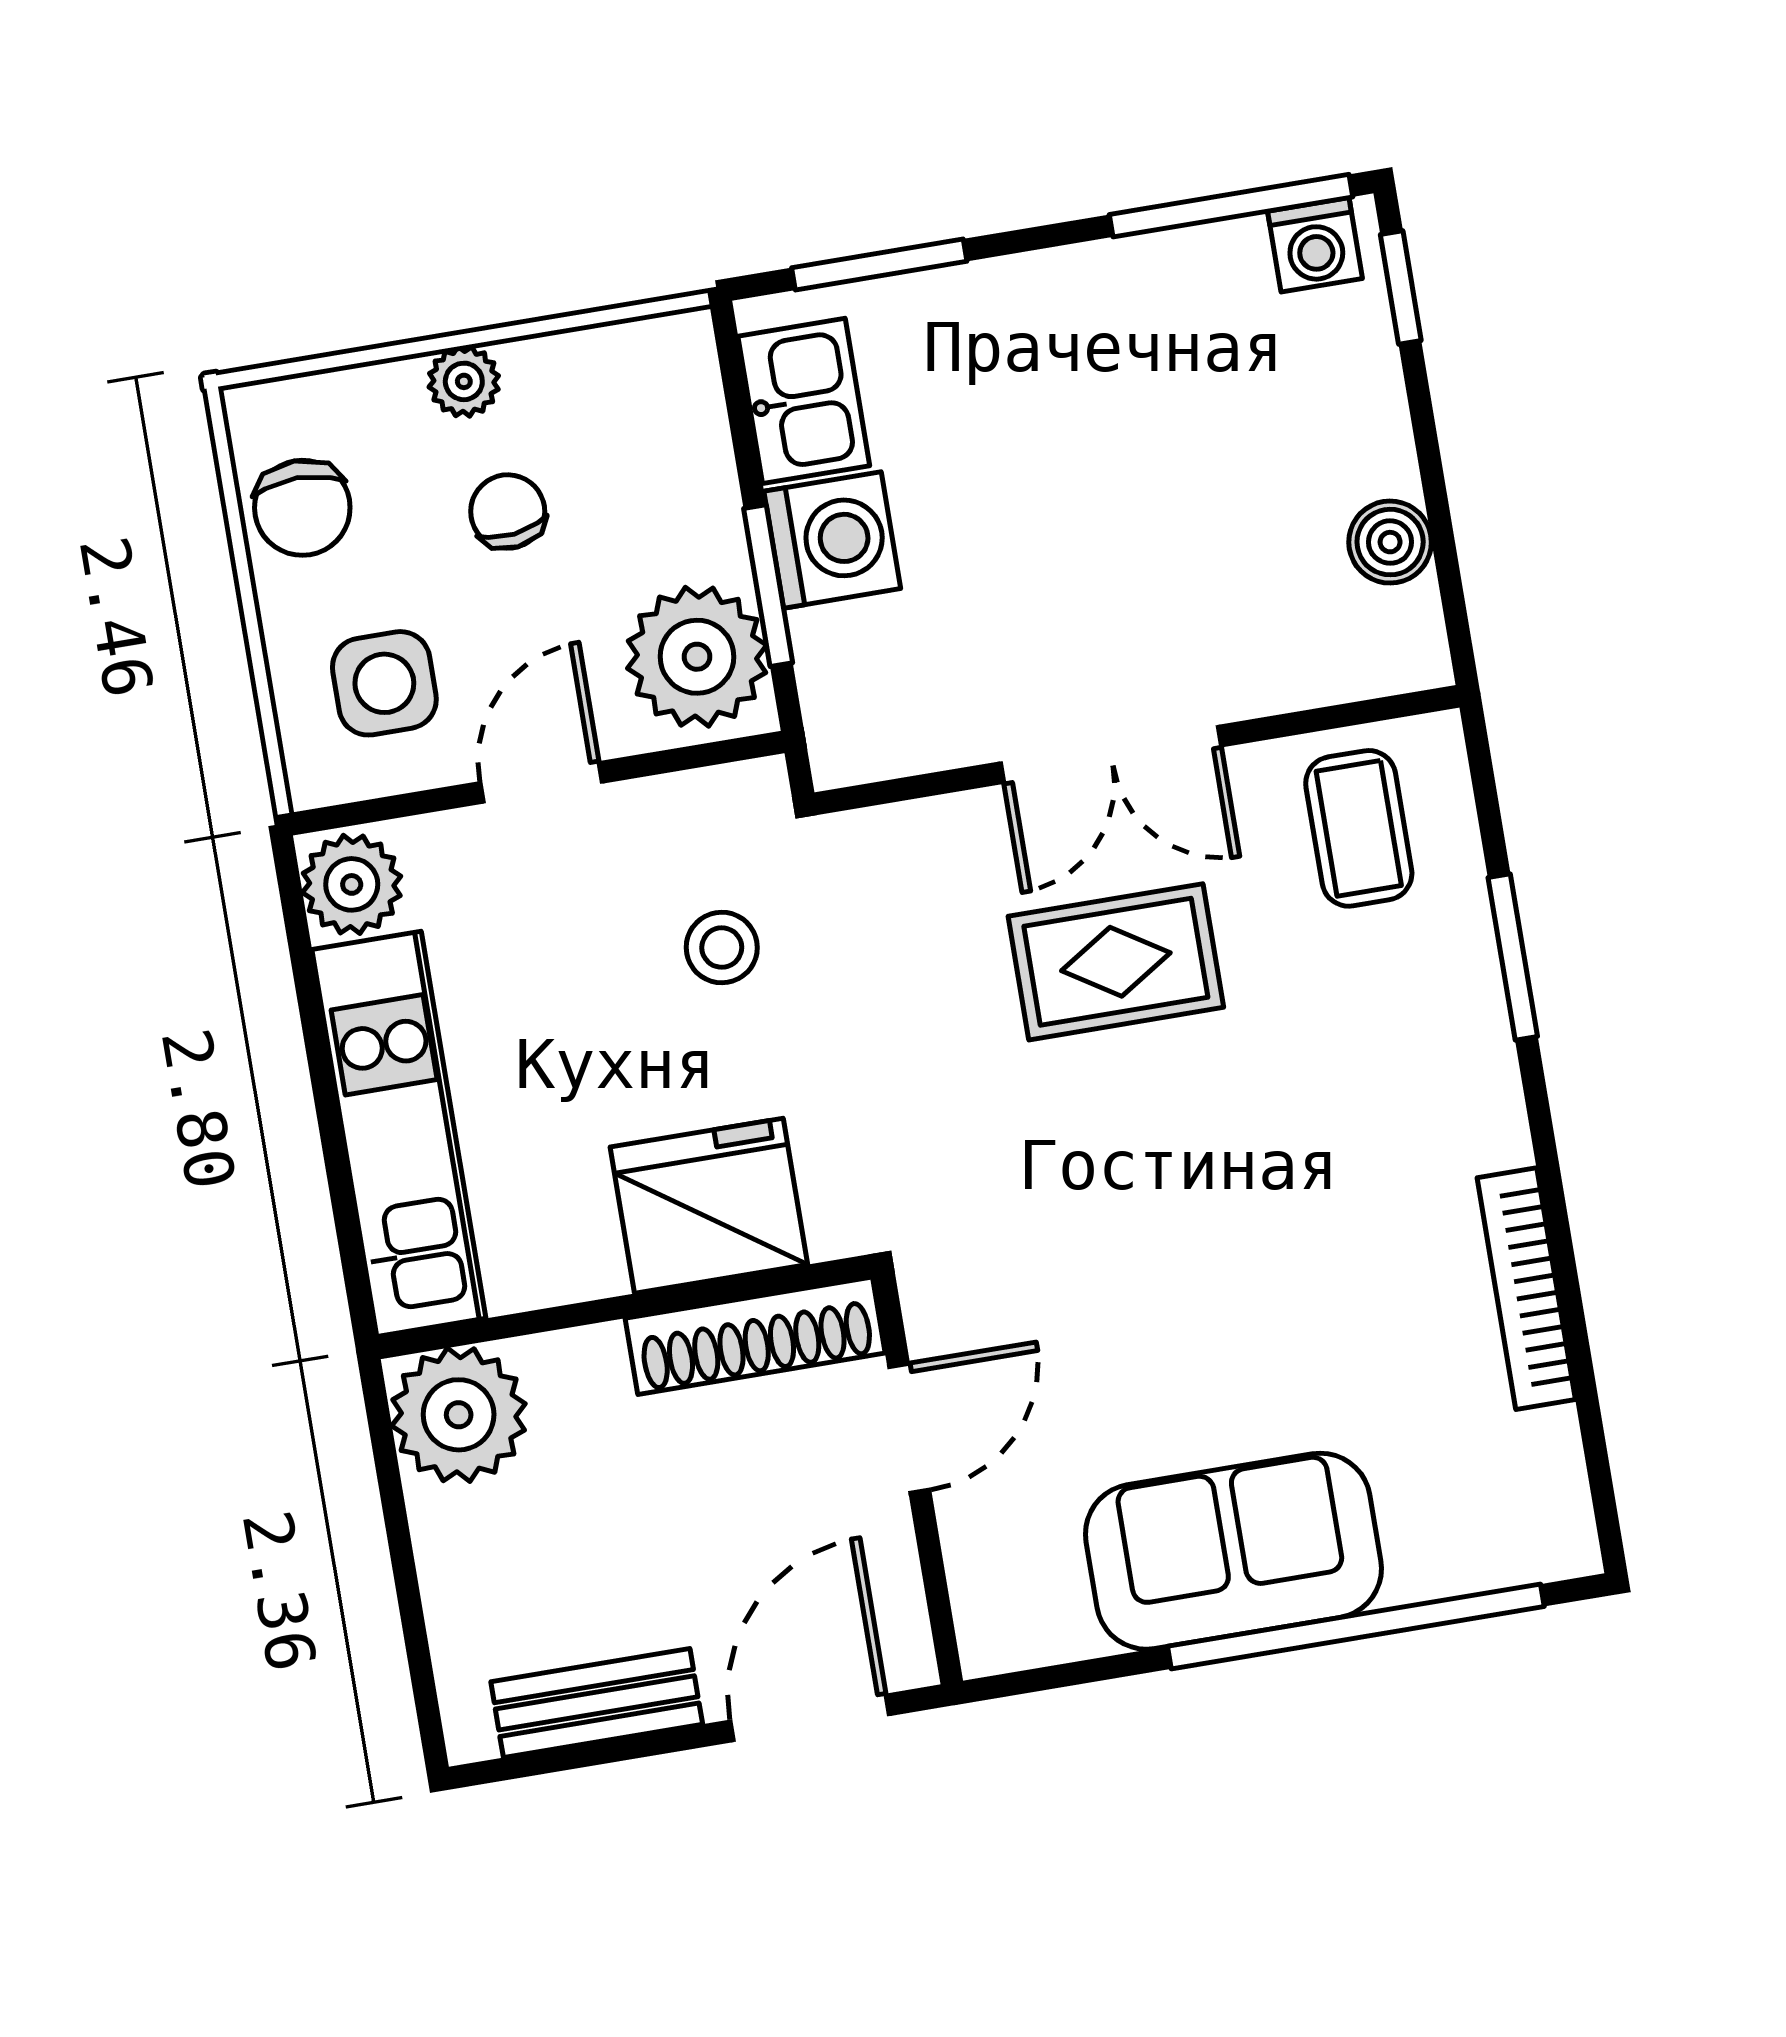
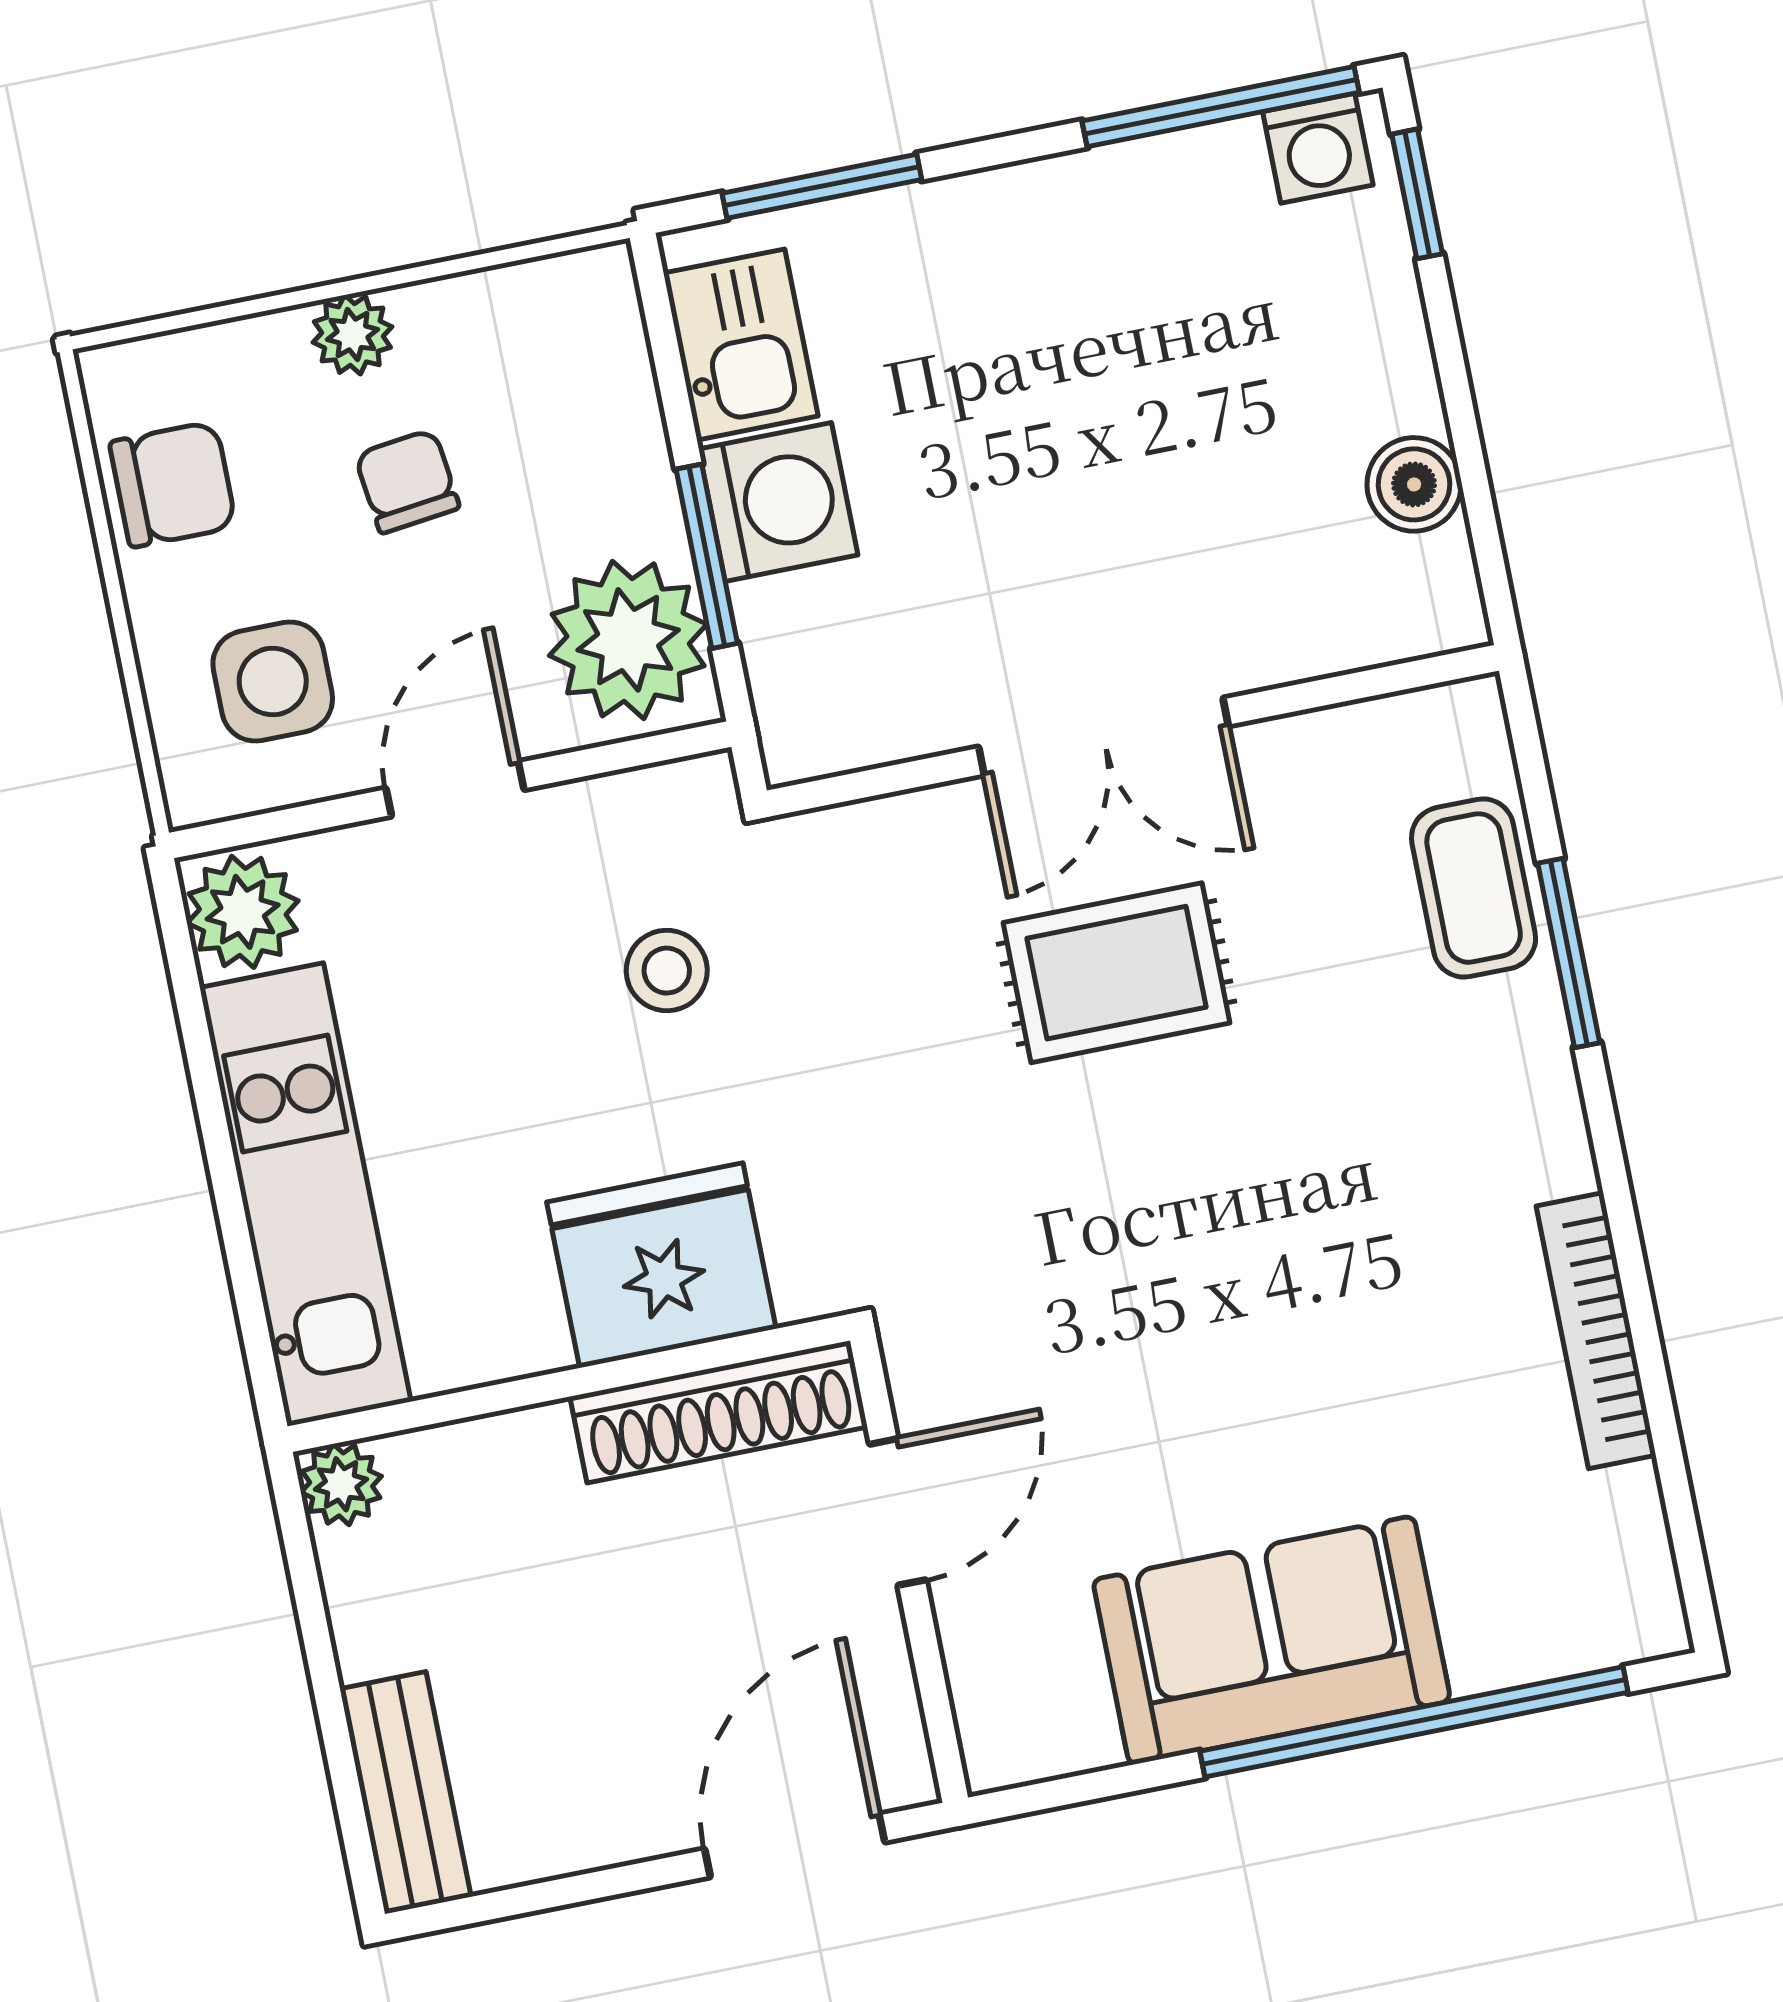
chair: (302, 508) -> (173, 484), turned -90
coffee table: (1359, 828) -> (1474, 888), moved
plant: (459, 1415) -> (341, 1484), width x0.53, depth x0.53
bench: (597, 1703) -> (405, 1793), moved, turned 90

